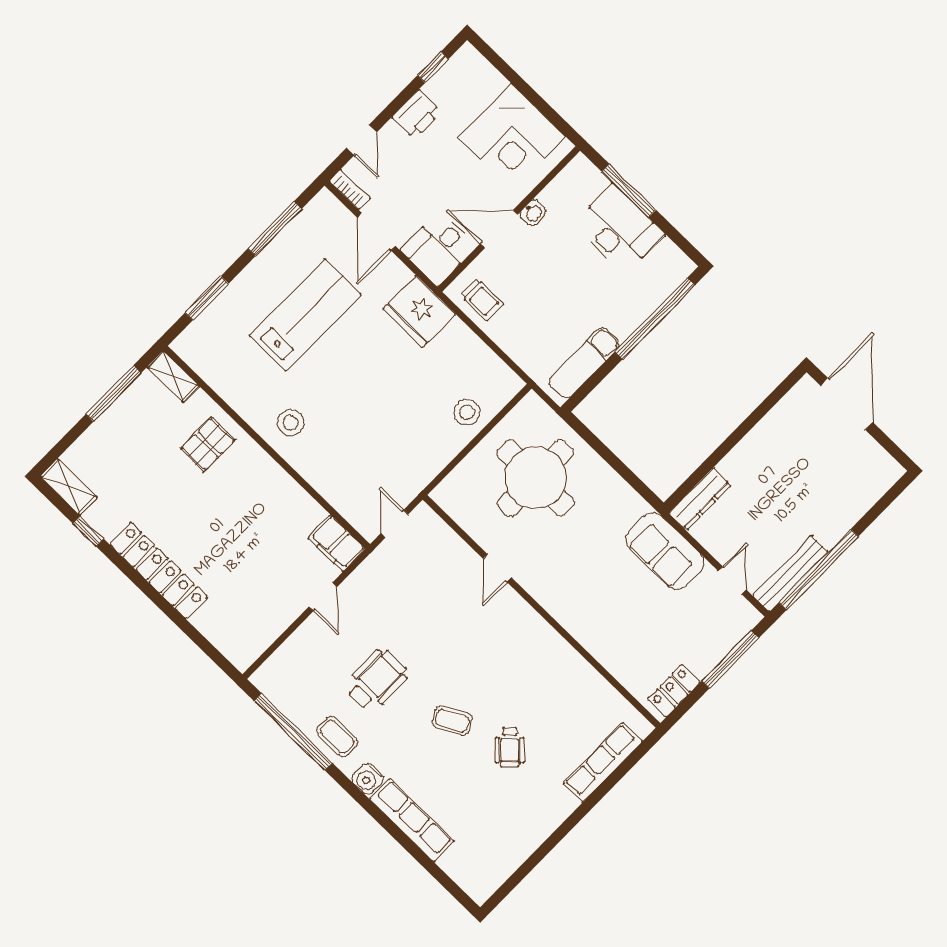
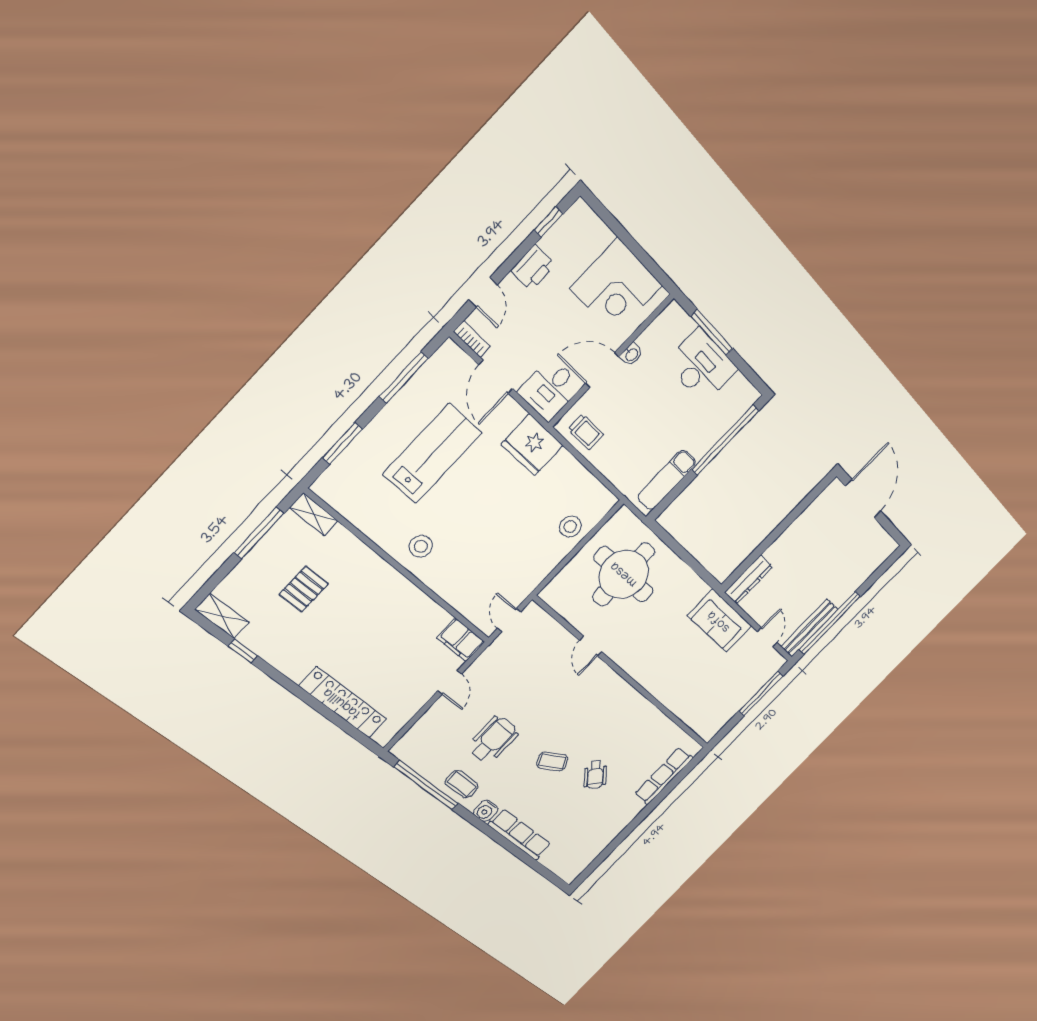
pallet: (208, 444) -> (304, 589), moved
locker: (158, 570) -> (343, 703), moved
locker: (674, 691) -> (719, 720), removed

